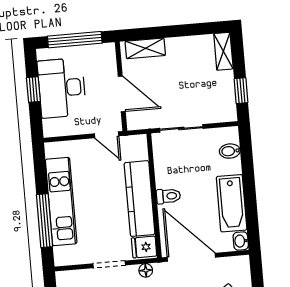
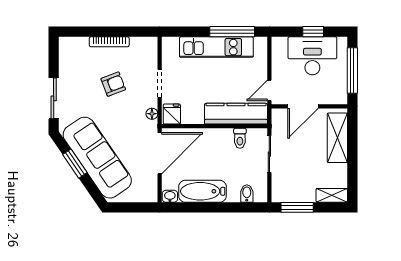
shelving: (145, 48) -> (337, 138), width x1.50, depth x1.33
window: (241, 91) -> (297, 207), width x1.50
toilet: (168, 196) -> (240, 138), moved
kitchen counter: (140, 199) -> (236, 114), moved
window: (45, 221) -> (232, 32), moved

